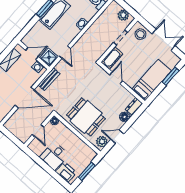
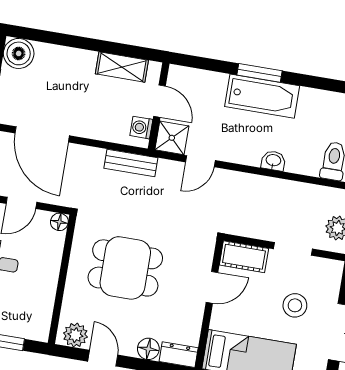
stool: (140, 34) -> (295, 305), moved
door: (25, 98) -> (42, 134), moved
dining table: (86, 117) -> (125, 268), moved, turned 90

